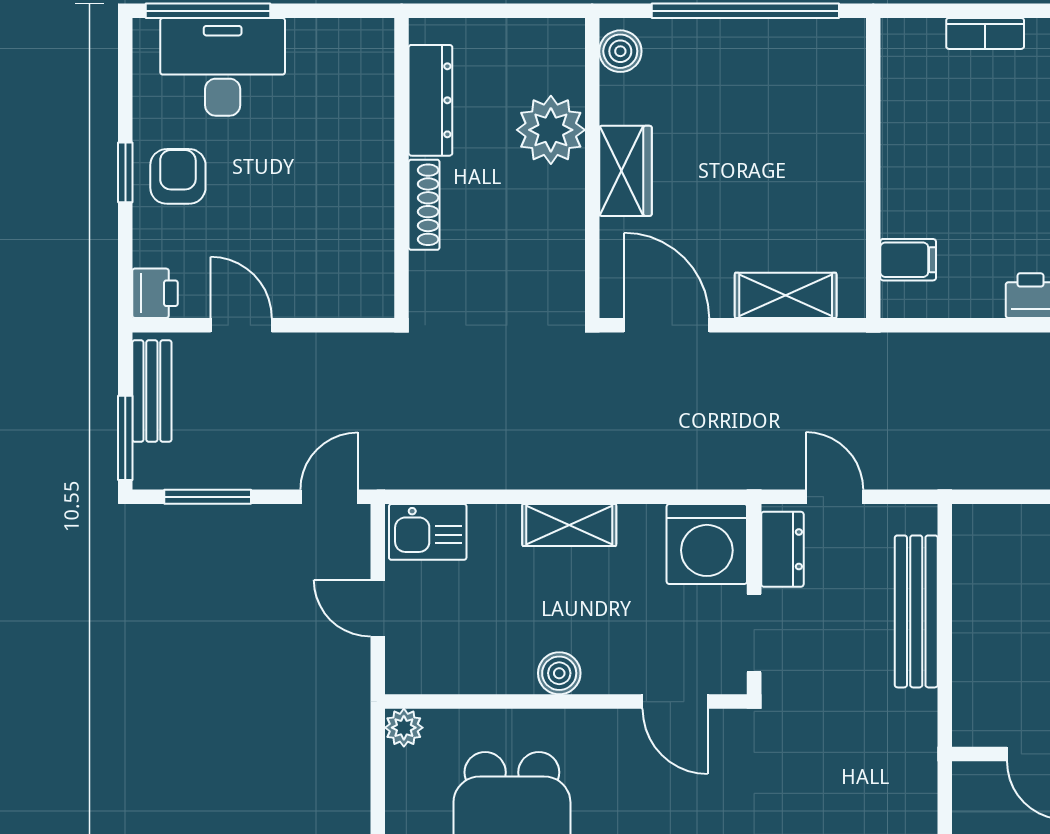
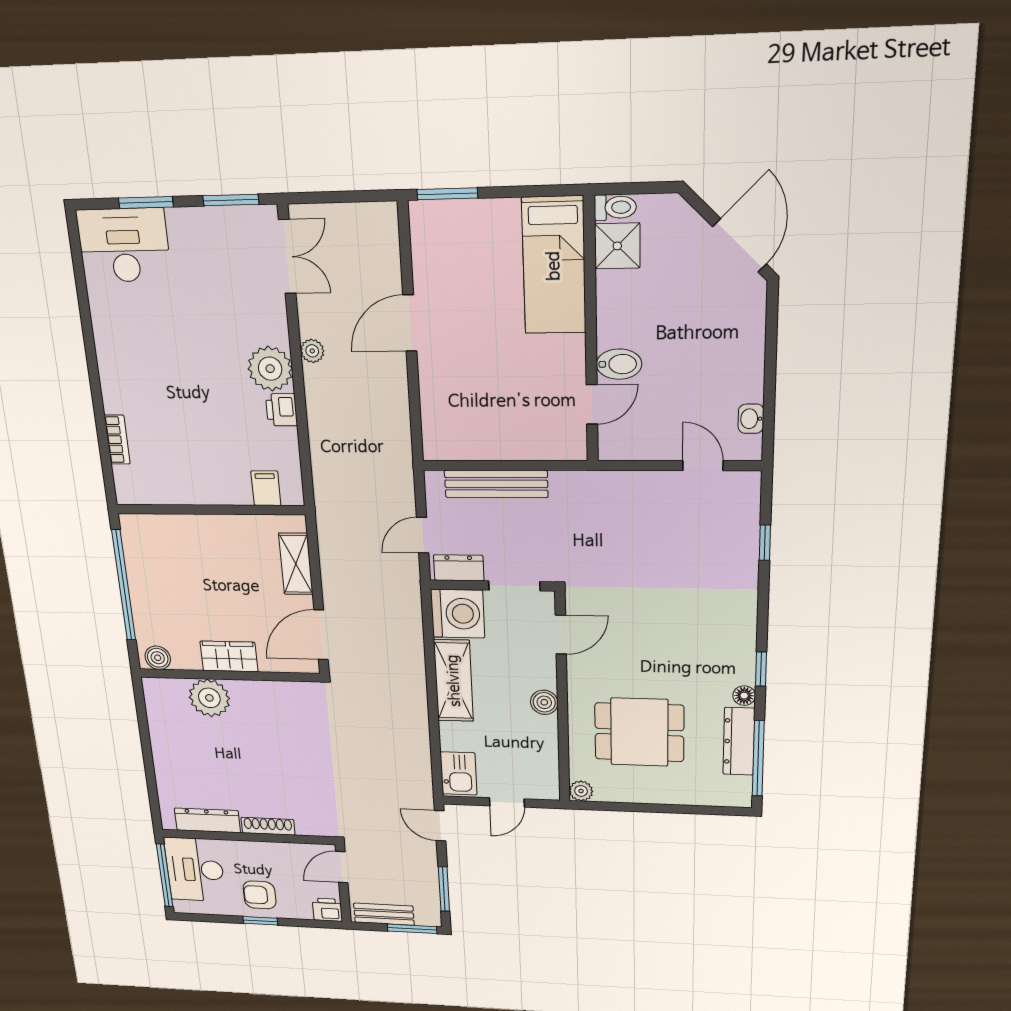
dresser: (430, 100) -> (207, 820), moved
wall: (402, 168) -> (248, 837), moved
shoe rack: (424, 205) -> (268, 826), moved
shelving: (569, 525) -> (454, 681), width x1.50, depth x1.33

